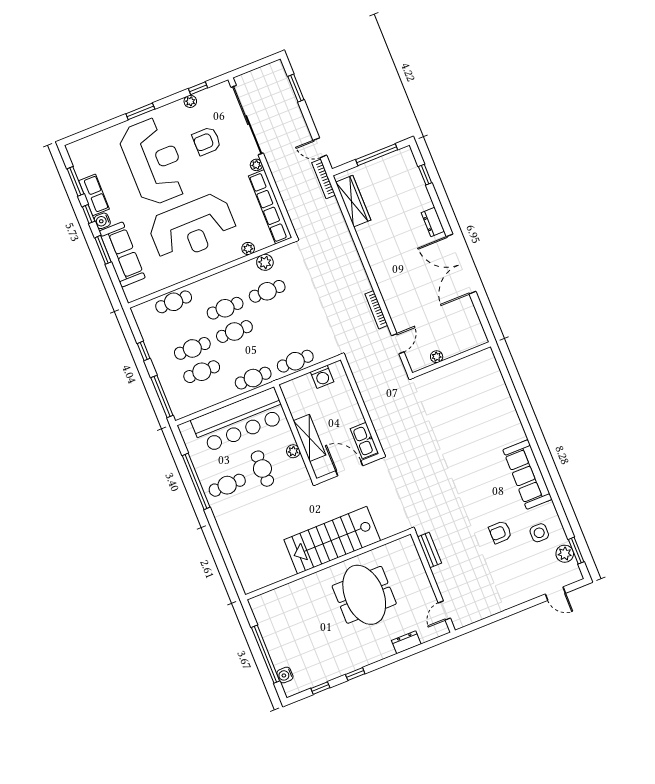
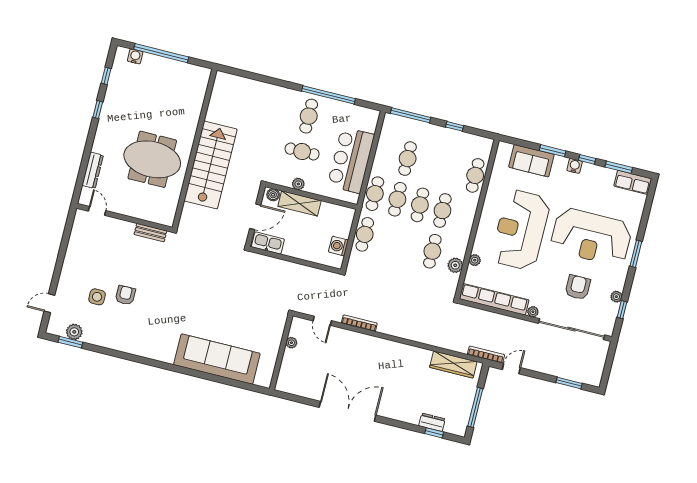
row of seats: (94, 195) -> (633, 182), moved
dresser: (433, 222) -> (432, 422), moved
sofa: (122, 254) -> (531, 161), width x0.73
cafe table: (192, 348) -> (397, 199), moved
bar counter: (239, 420) -> (351, 160), width x0.73
boiler: (319, 467) -> (273, 195), added
sofa: (527, 474) -> (217, 359), moved, width x1.36, depth x1.27
side table: (539, 533) -> (97, 297), moved
dresser: (406, 642) -> (93, 170), width x1.44

